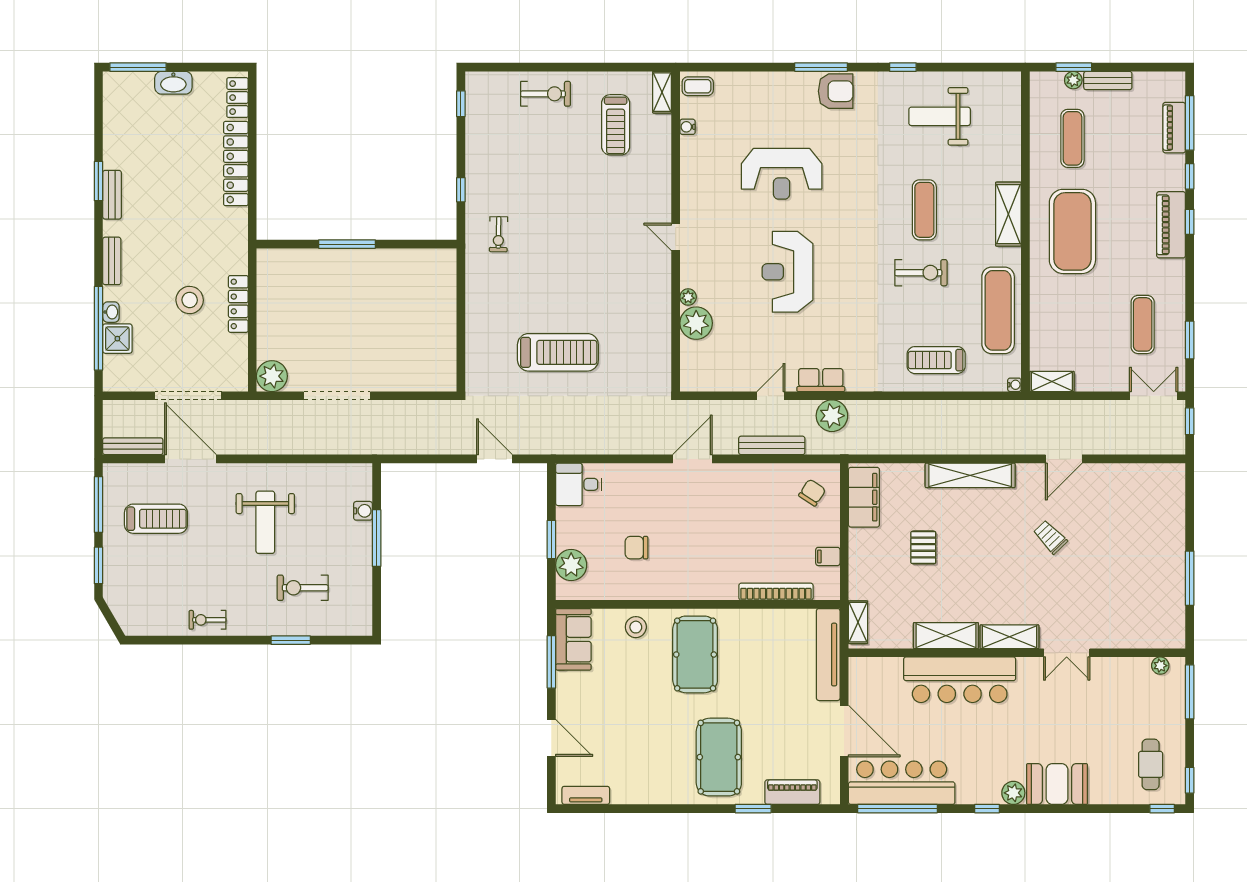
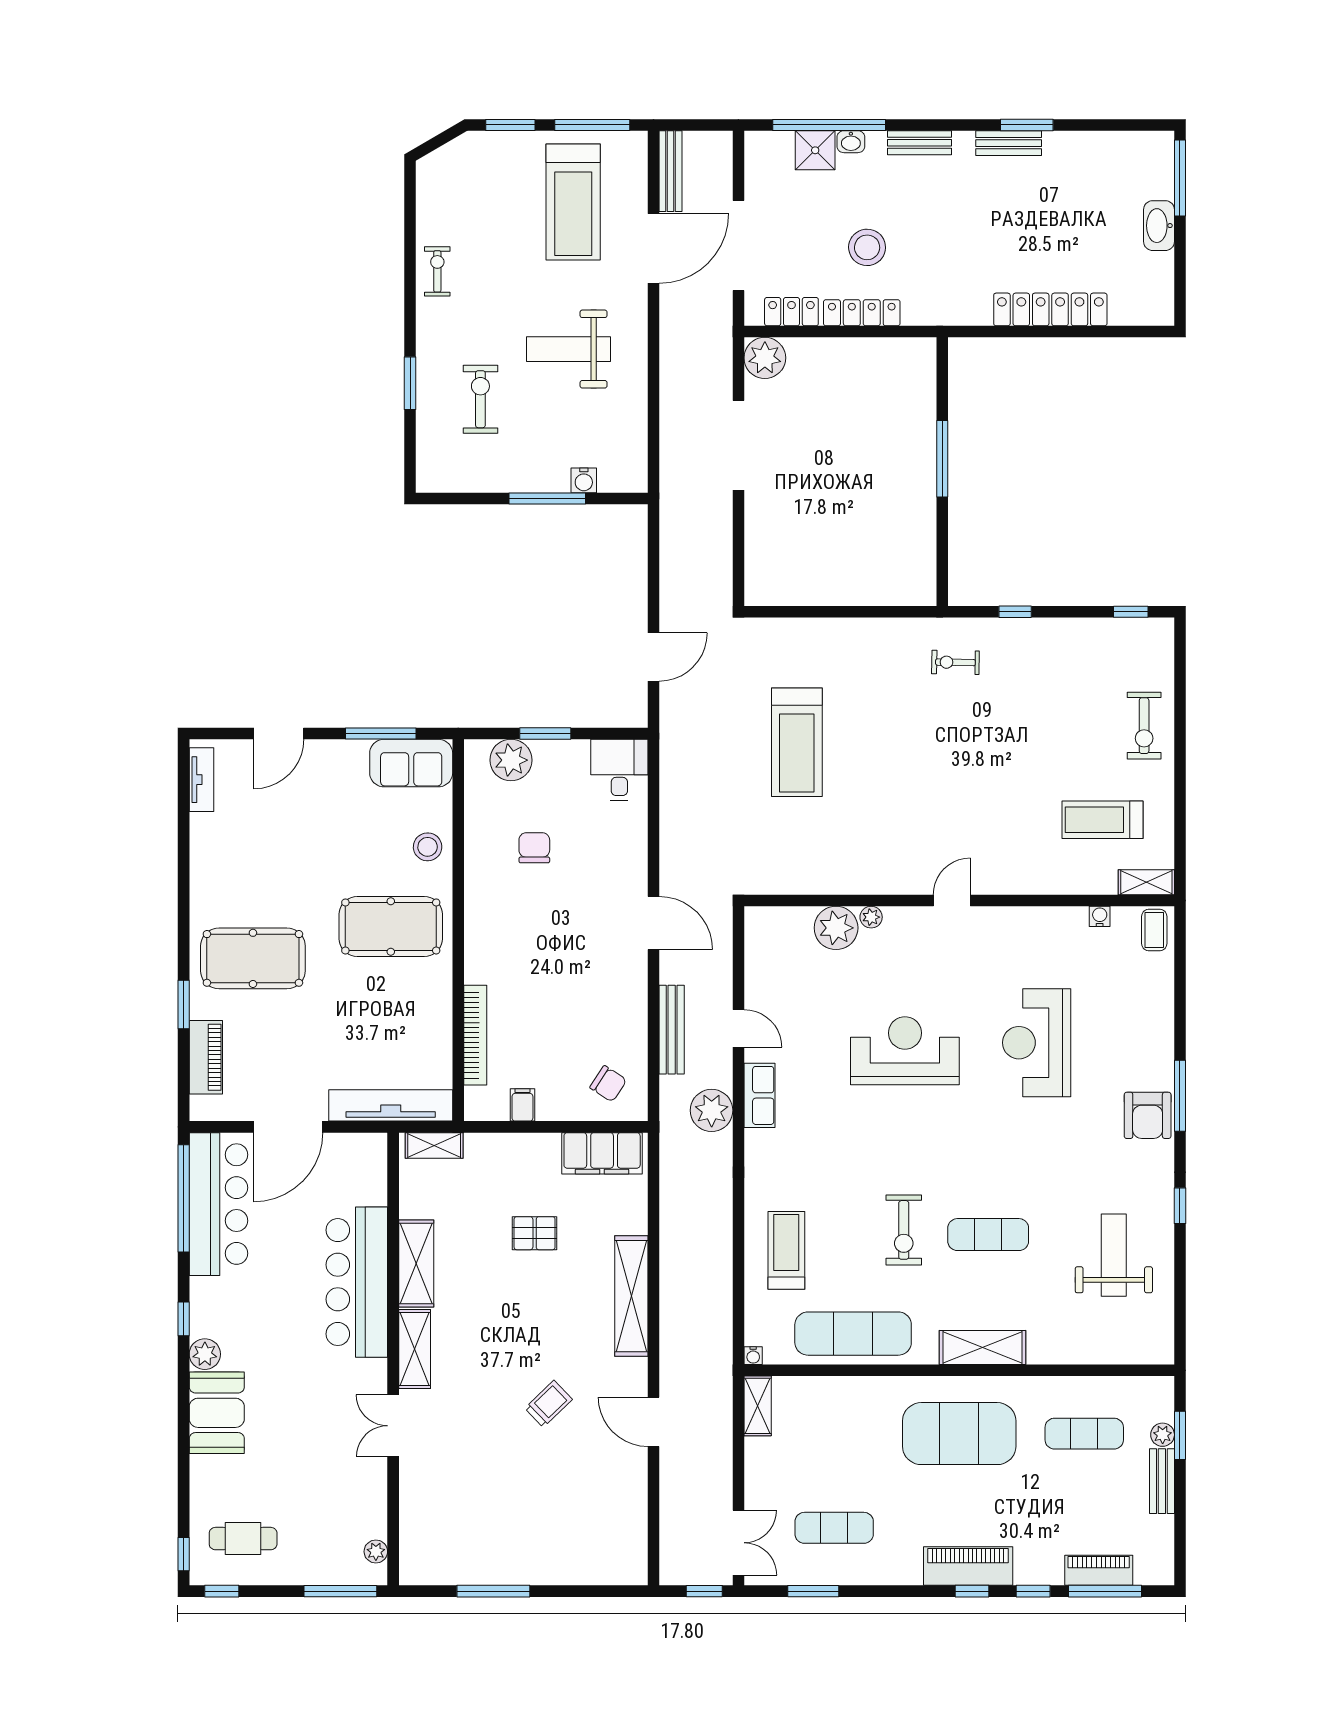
locker: (237, 98) -> (791, 312), moved
treadmill: (156, 519) -> (573, 202), width x1.37, depth x1.38

